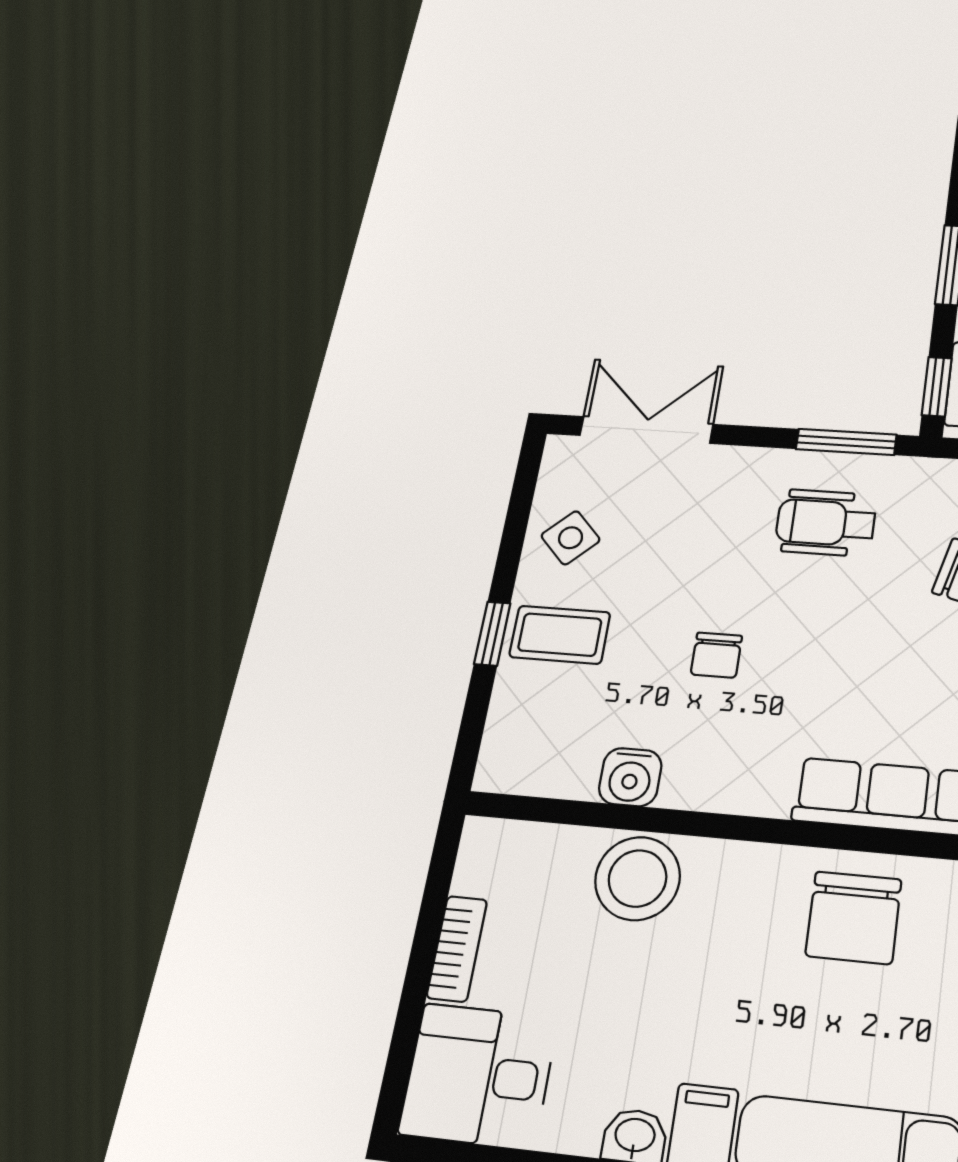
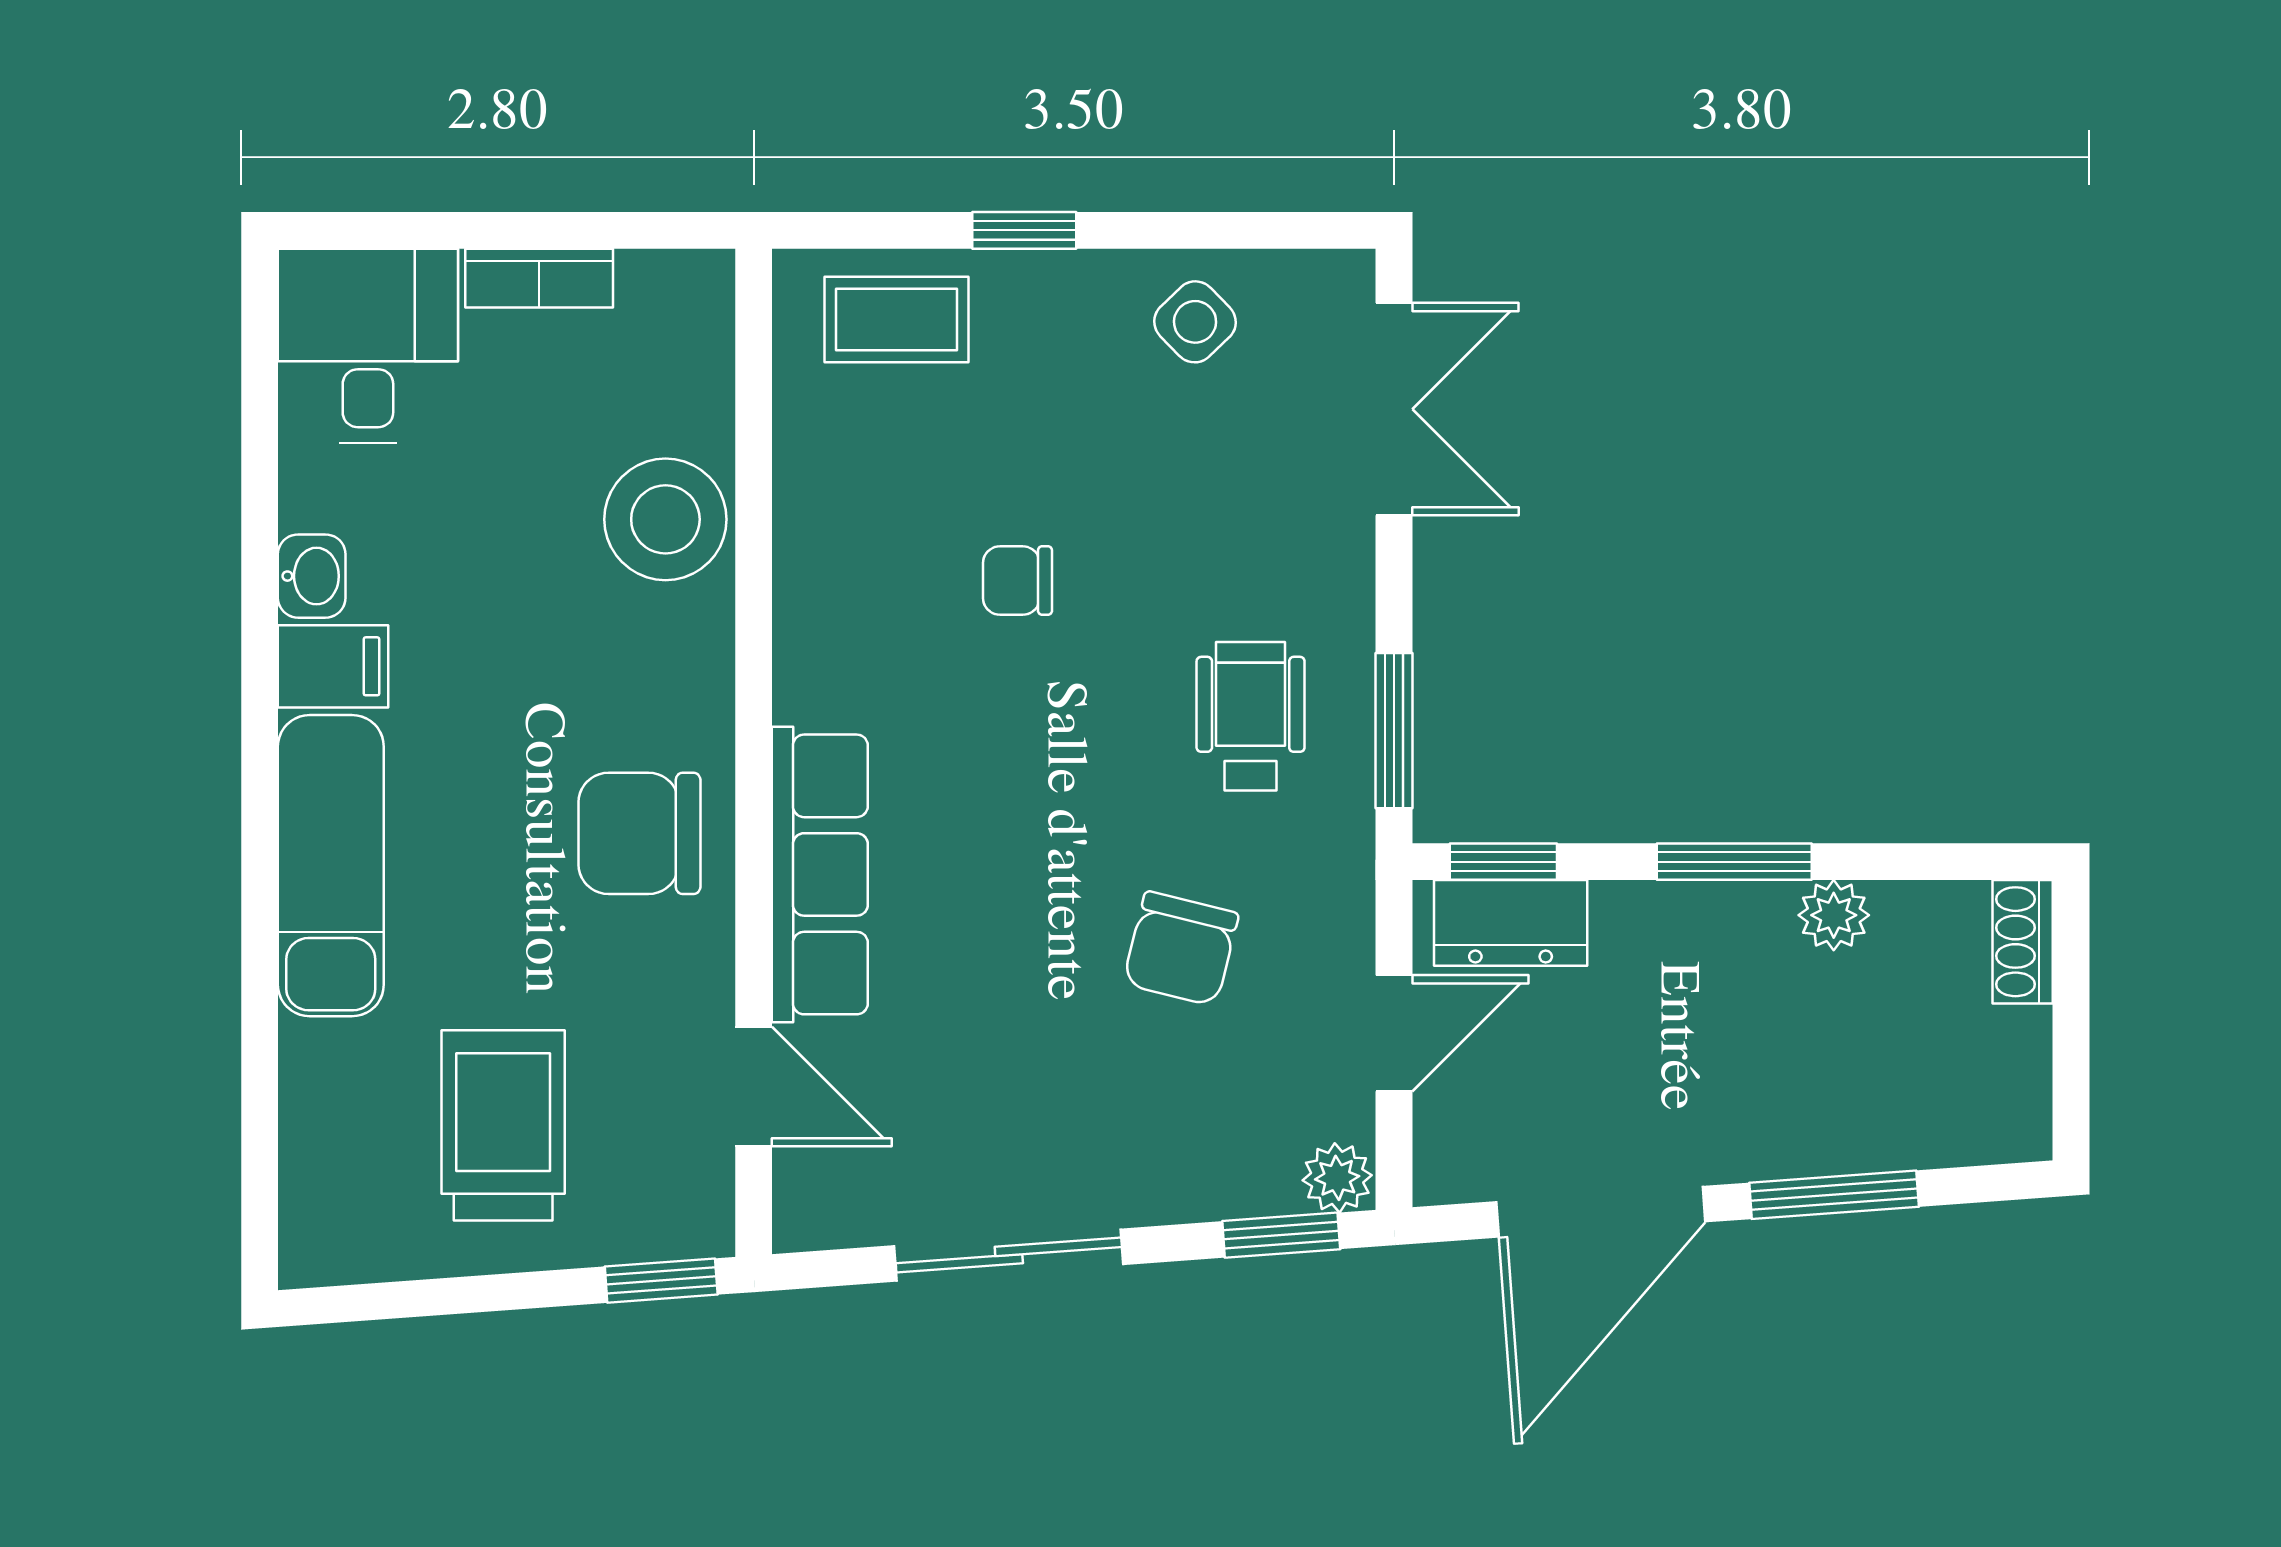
coffee table: (560, 635) -> (896, 319), moved, turned 90
water cooler: (630, 777) -> (815, 483), removed

